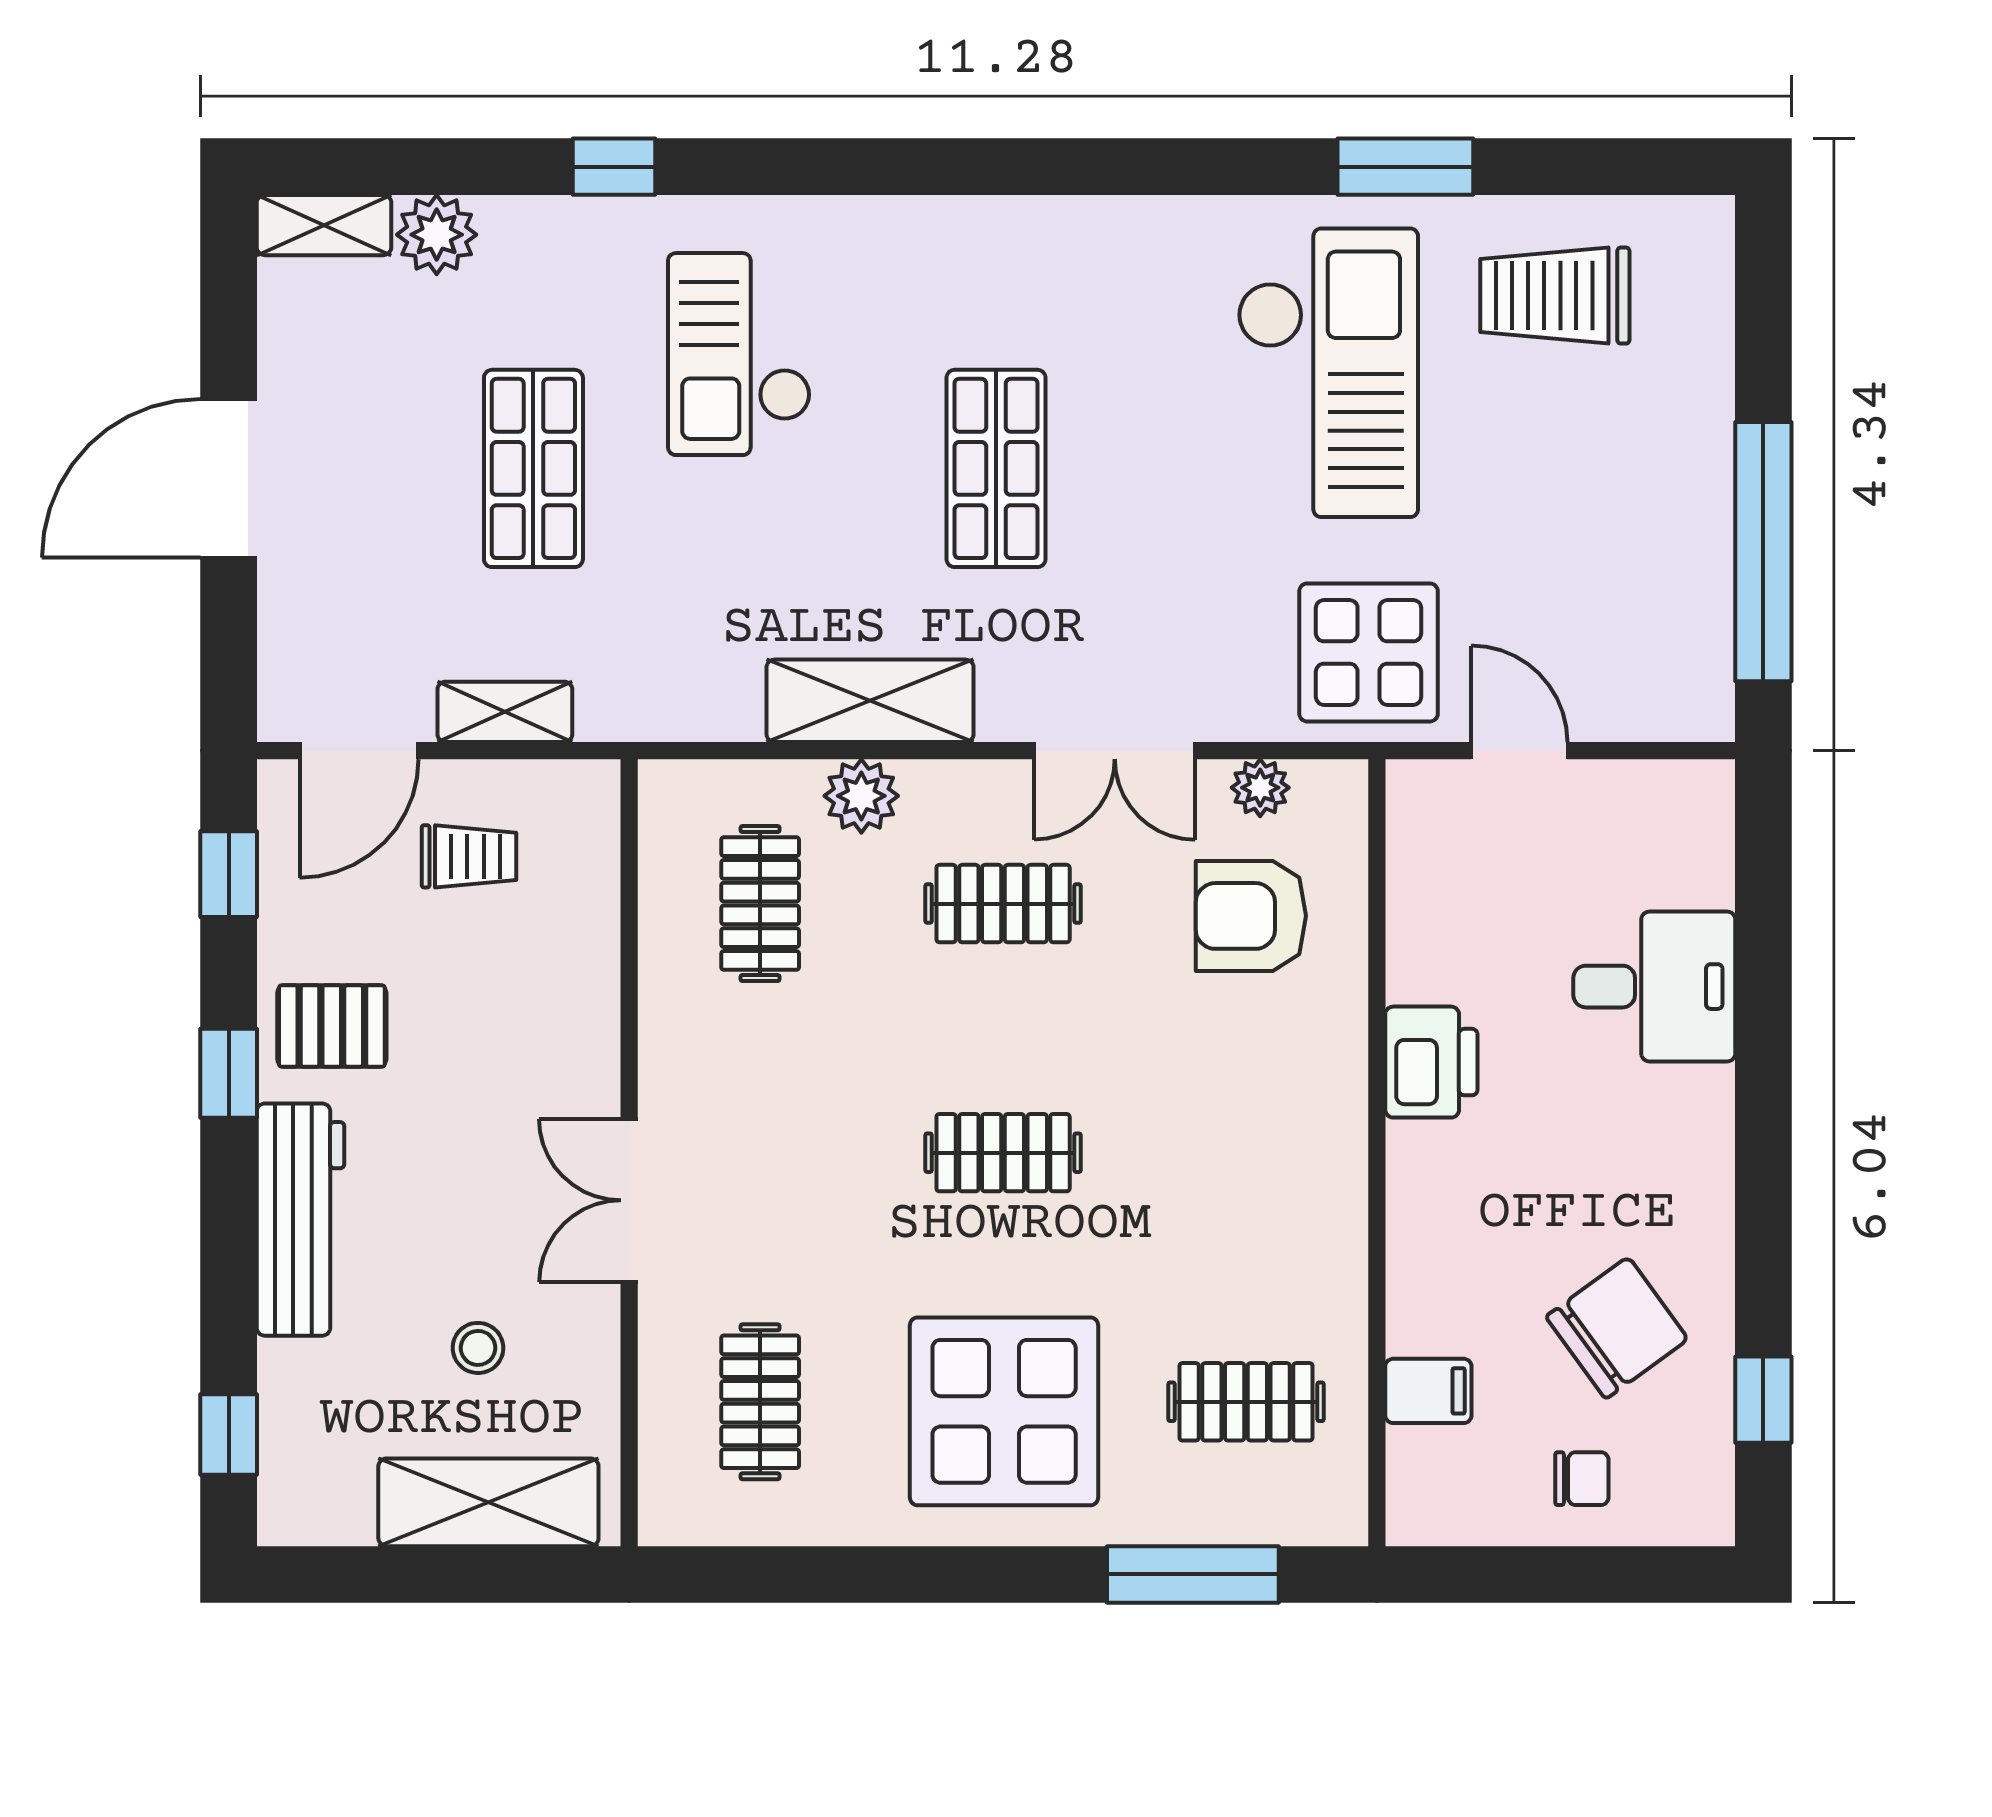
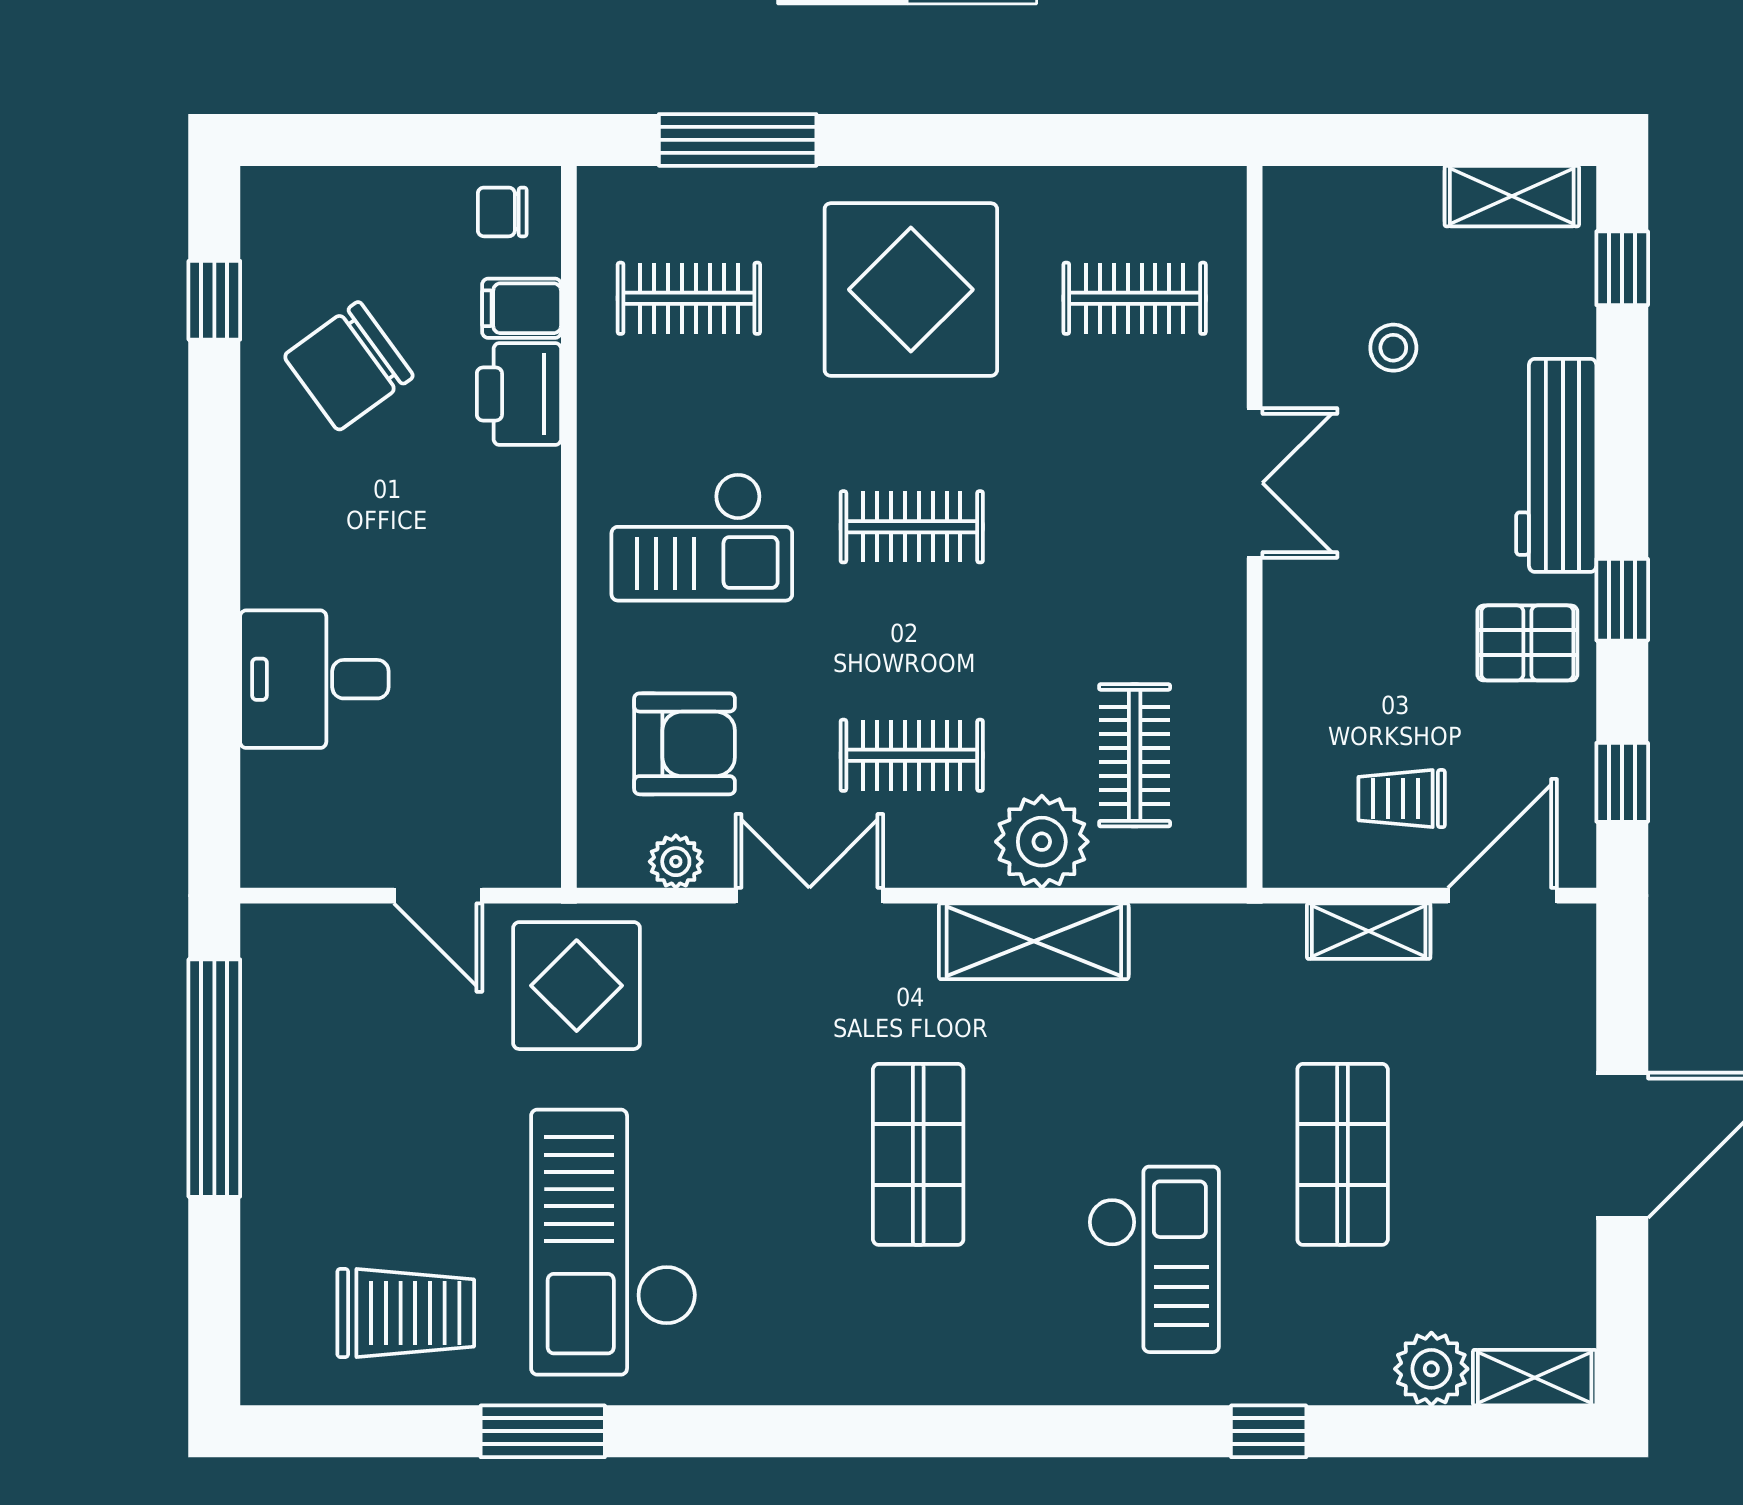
plant: (861, 796) -> (1042, 842), width x1.36, depth x1.36
printer: (1431, 1062) -> (519, 394), moved
checkout: (1232, 1141) -> (702, 537), added
clothes rail: (760, 1402) -> (1135, 298), turned 90
chair: (1582, 1479) -> (502, 212), moved
shelving: (488, 1502) -> (1512, 196), moved, width x0.67, depth x0.75

